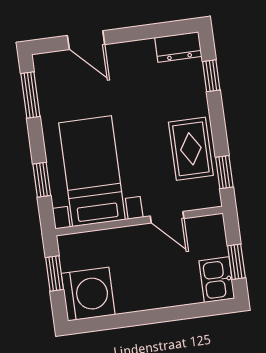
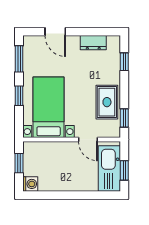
dresser: (178, 47) -> (93, 43), moved
window: (42, 180) -> (19, 96), moved
kitchen sink: (217, 280) -> (109, 168), width x1.88, depth x1.24
washing machine: (88, 294) -> (30, 184), width x0.53, depth x0.53

